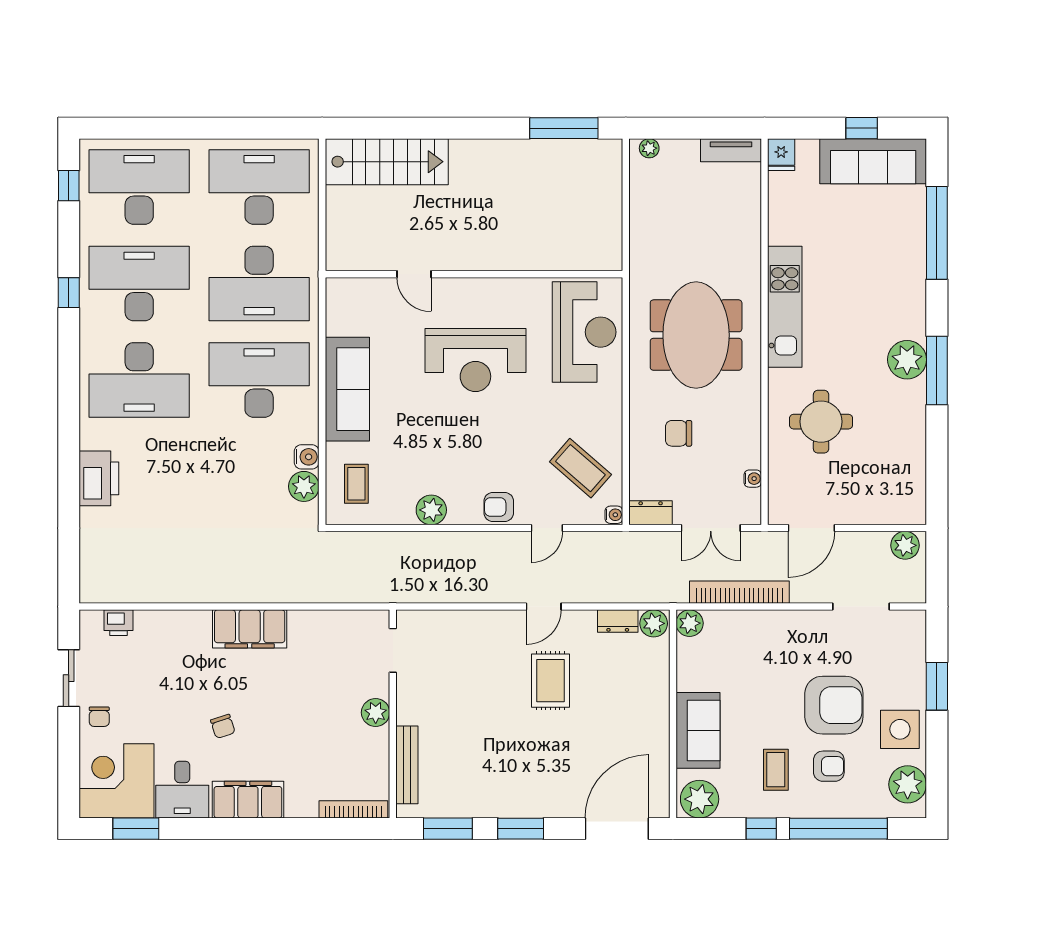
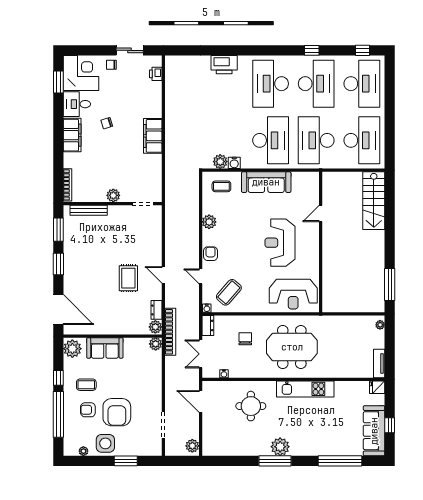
bookcase: (739, 592) -> (170, 332), moved
rug: (550, 681) -> (128, 278), turned 90
armchair: (829, 766) -> (88, 410), turned 90
plant: (908, 784) -> (83, 451), width x0.53, depth x0.53

